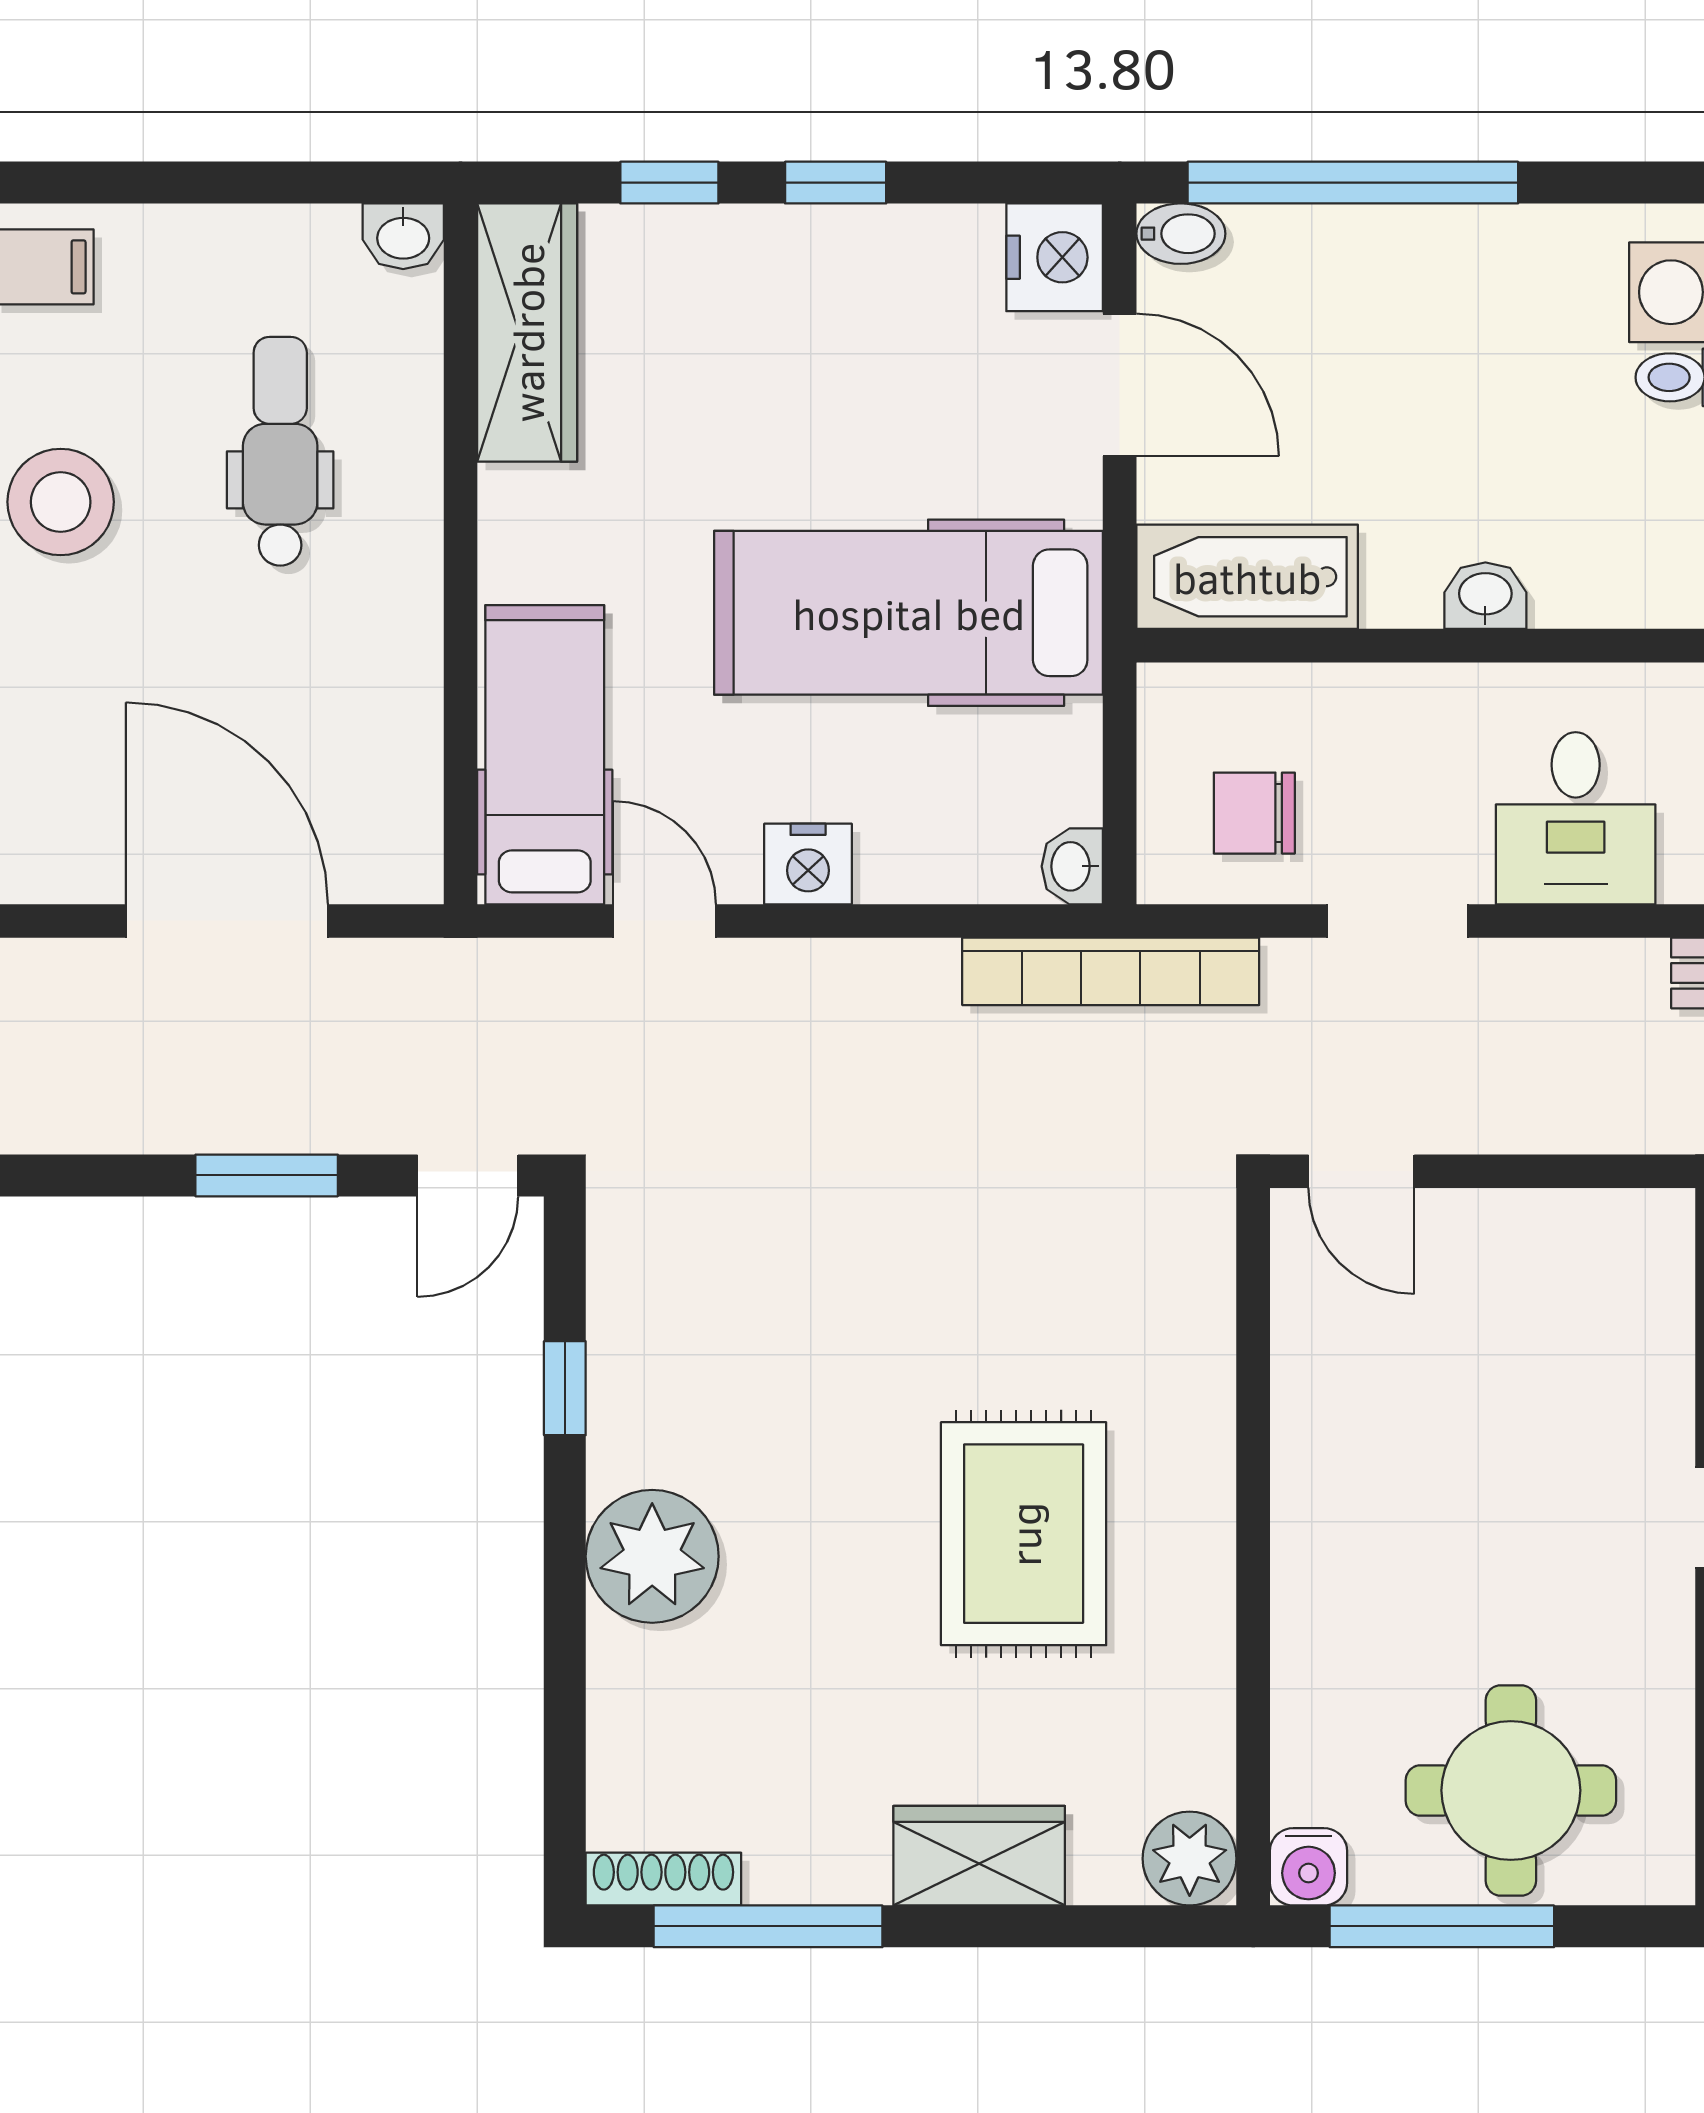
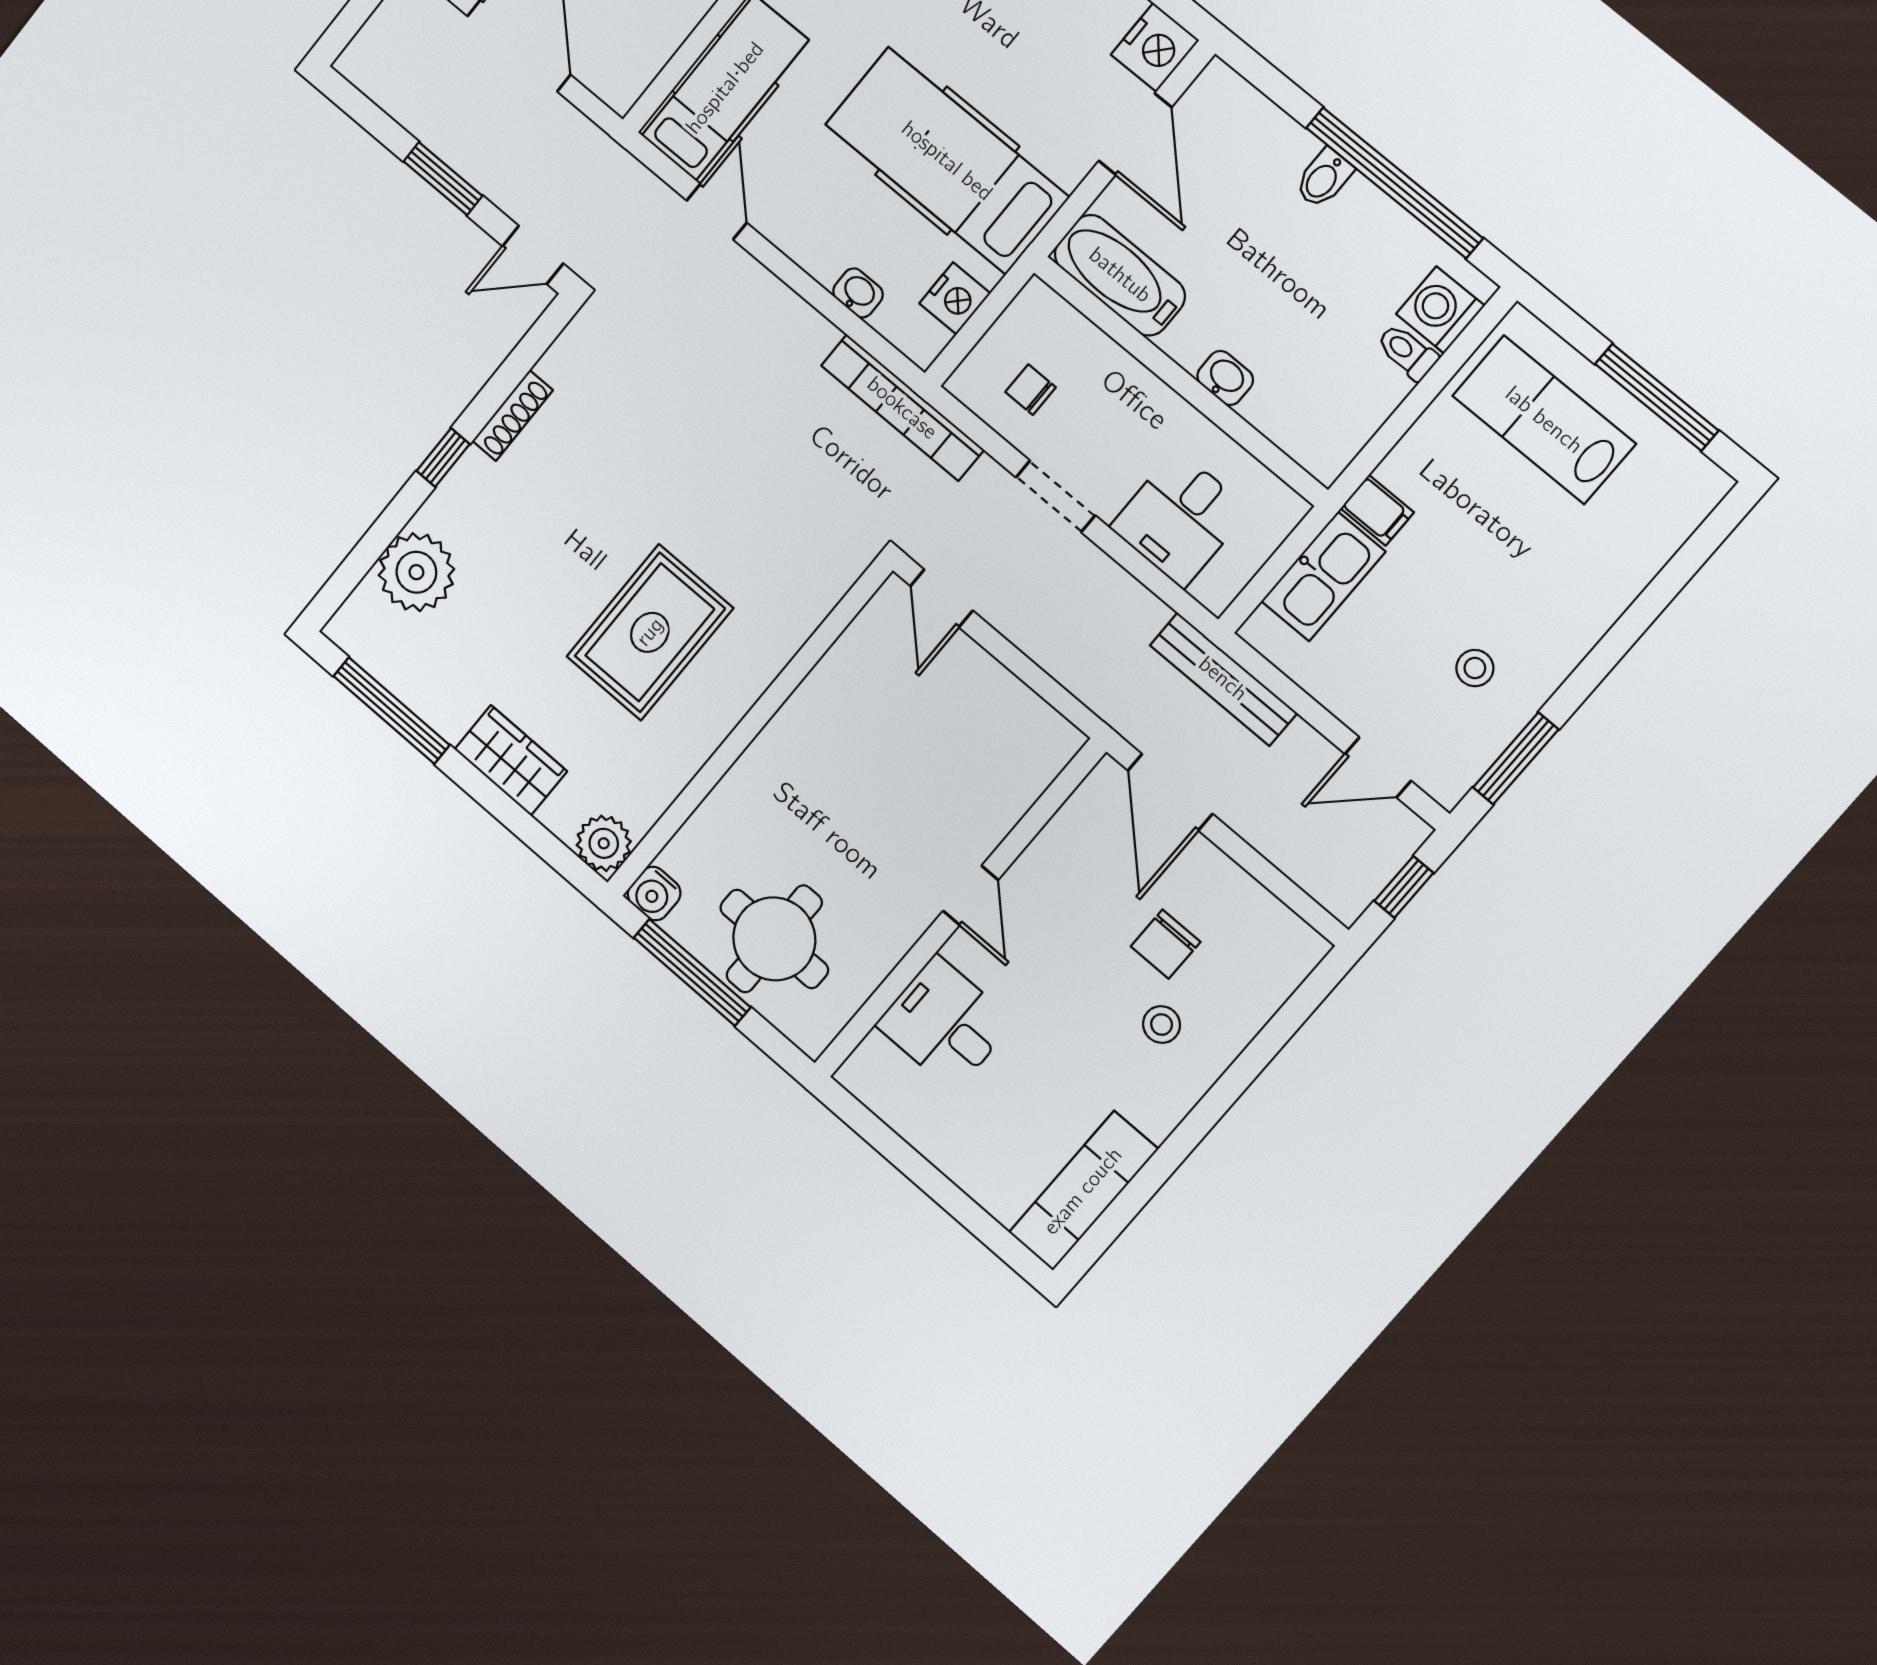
window: (1353, 183) -> (1394, 183), moved
bidet: (1181, 234) -> (1324, 178), moved, turned 90
chair: (1254, 813) -> (1031, 390), width x0.73, depth x0.73
nightstand: (808, 864) -> (955, 298), moved, turned -90
washbasin: (1072, 866) -> (858, 293), moved, turned 90
window: (565, 1388) -> (443, 458), moved
plant: (652, 1556) -> (416, 572), moved
shoe rack: (663, 1879) -> (513, 416), moved, turned 90

